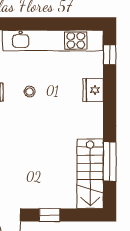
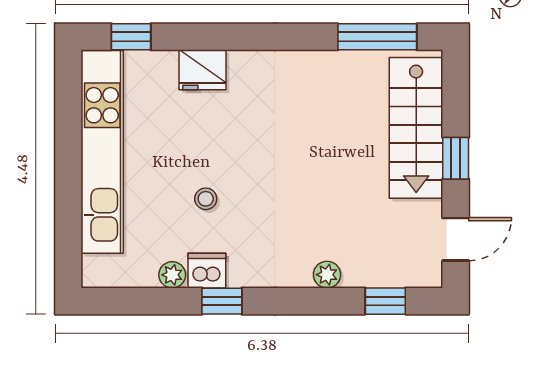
window: (110, 161) -> (377, 37), moved
stairs: (90, 174) -> (416, 128), moved, turned 90

